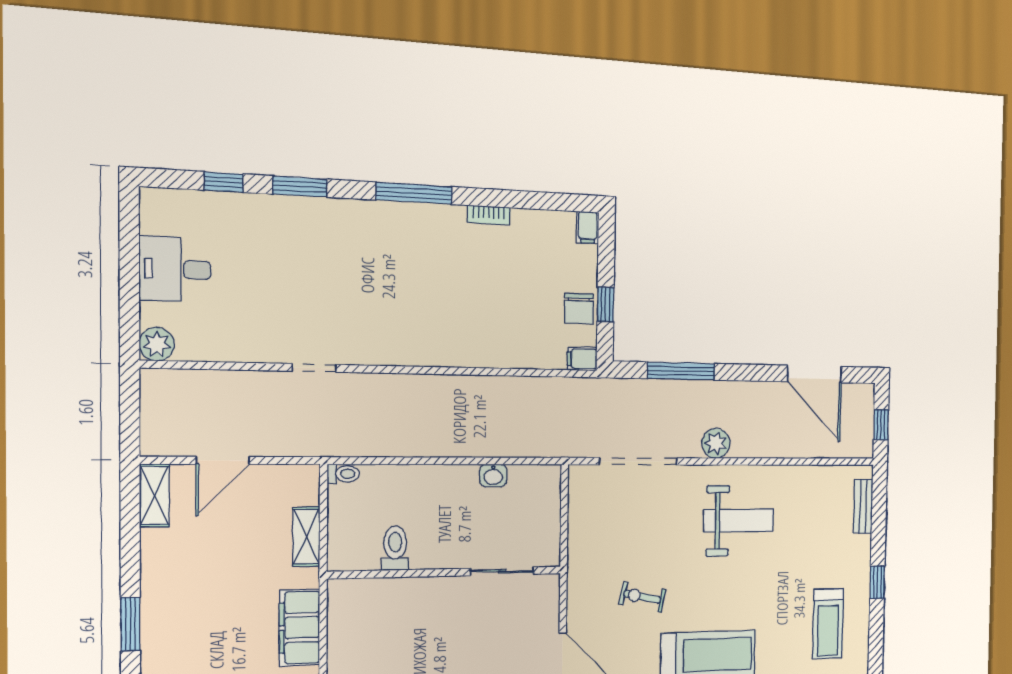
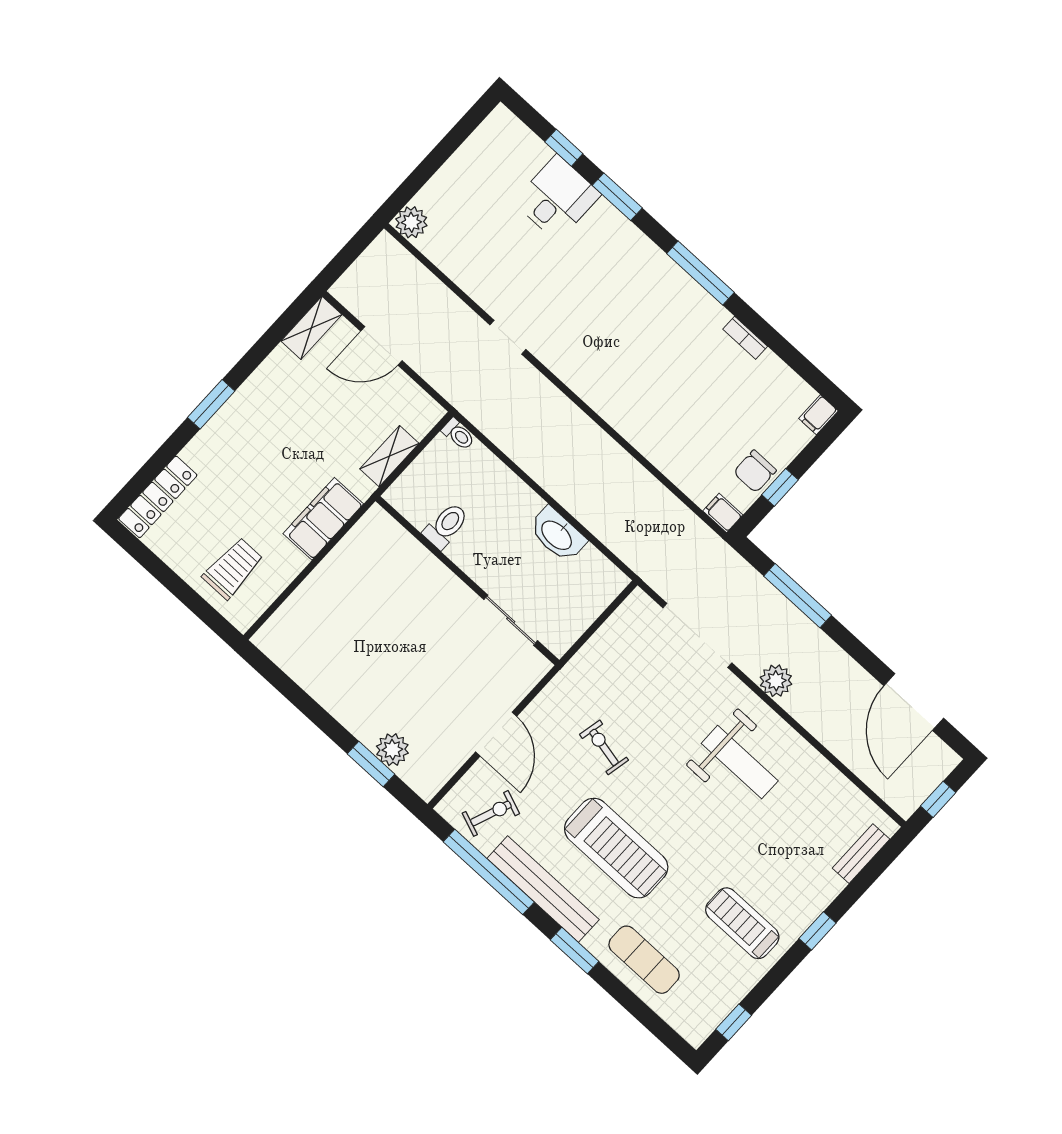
desk: (175, 269) -> (557, 198), moved, turned 90
washbasin: (493, 476) -> (557, 535), width x1.91, depth x1.45
treadmill: (828, 624) -> (742, 923), turned 90

